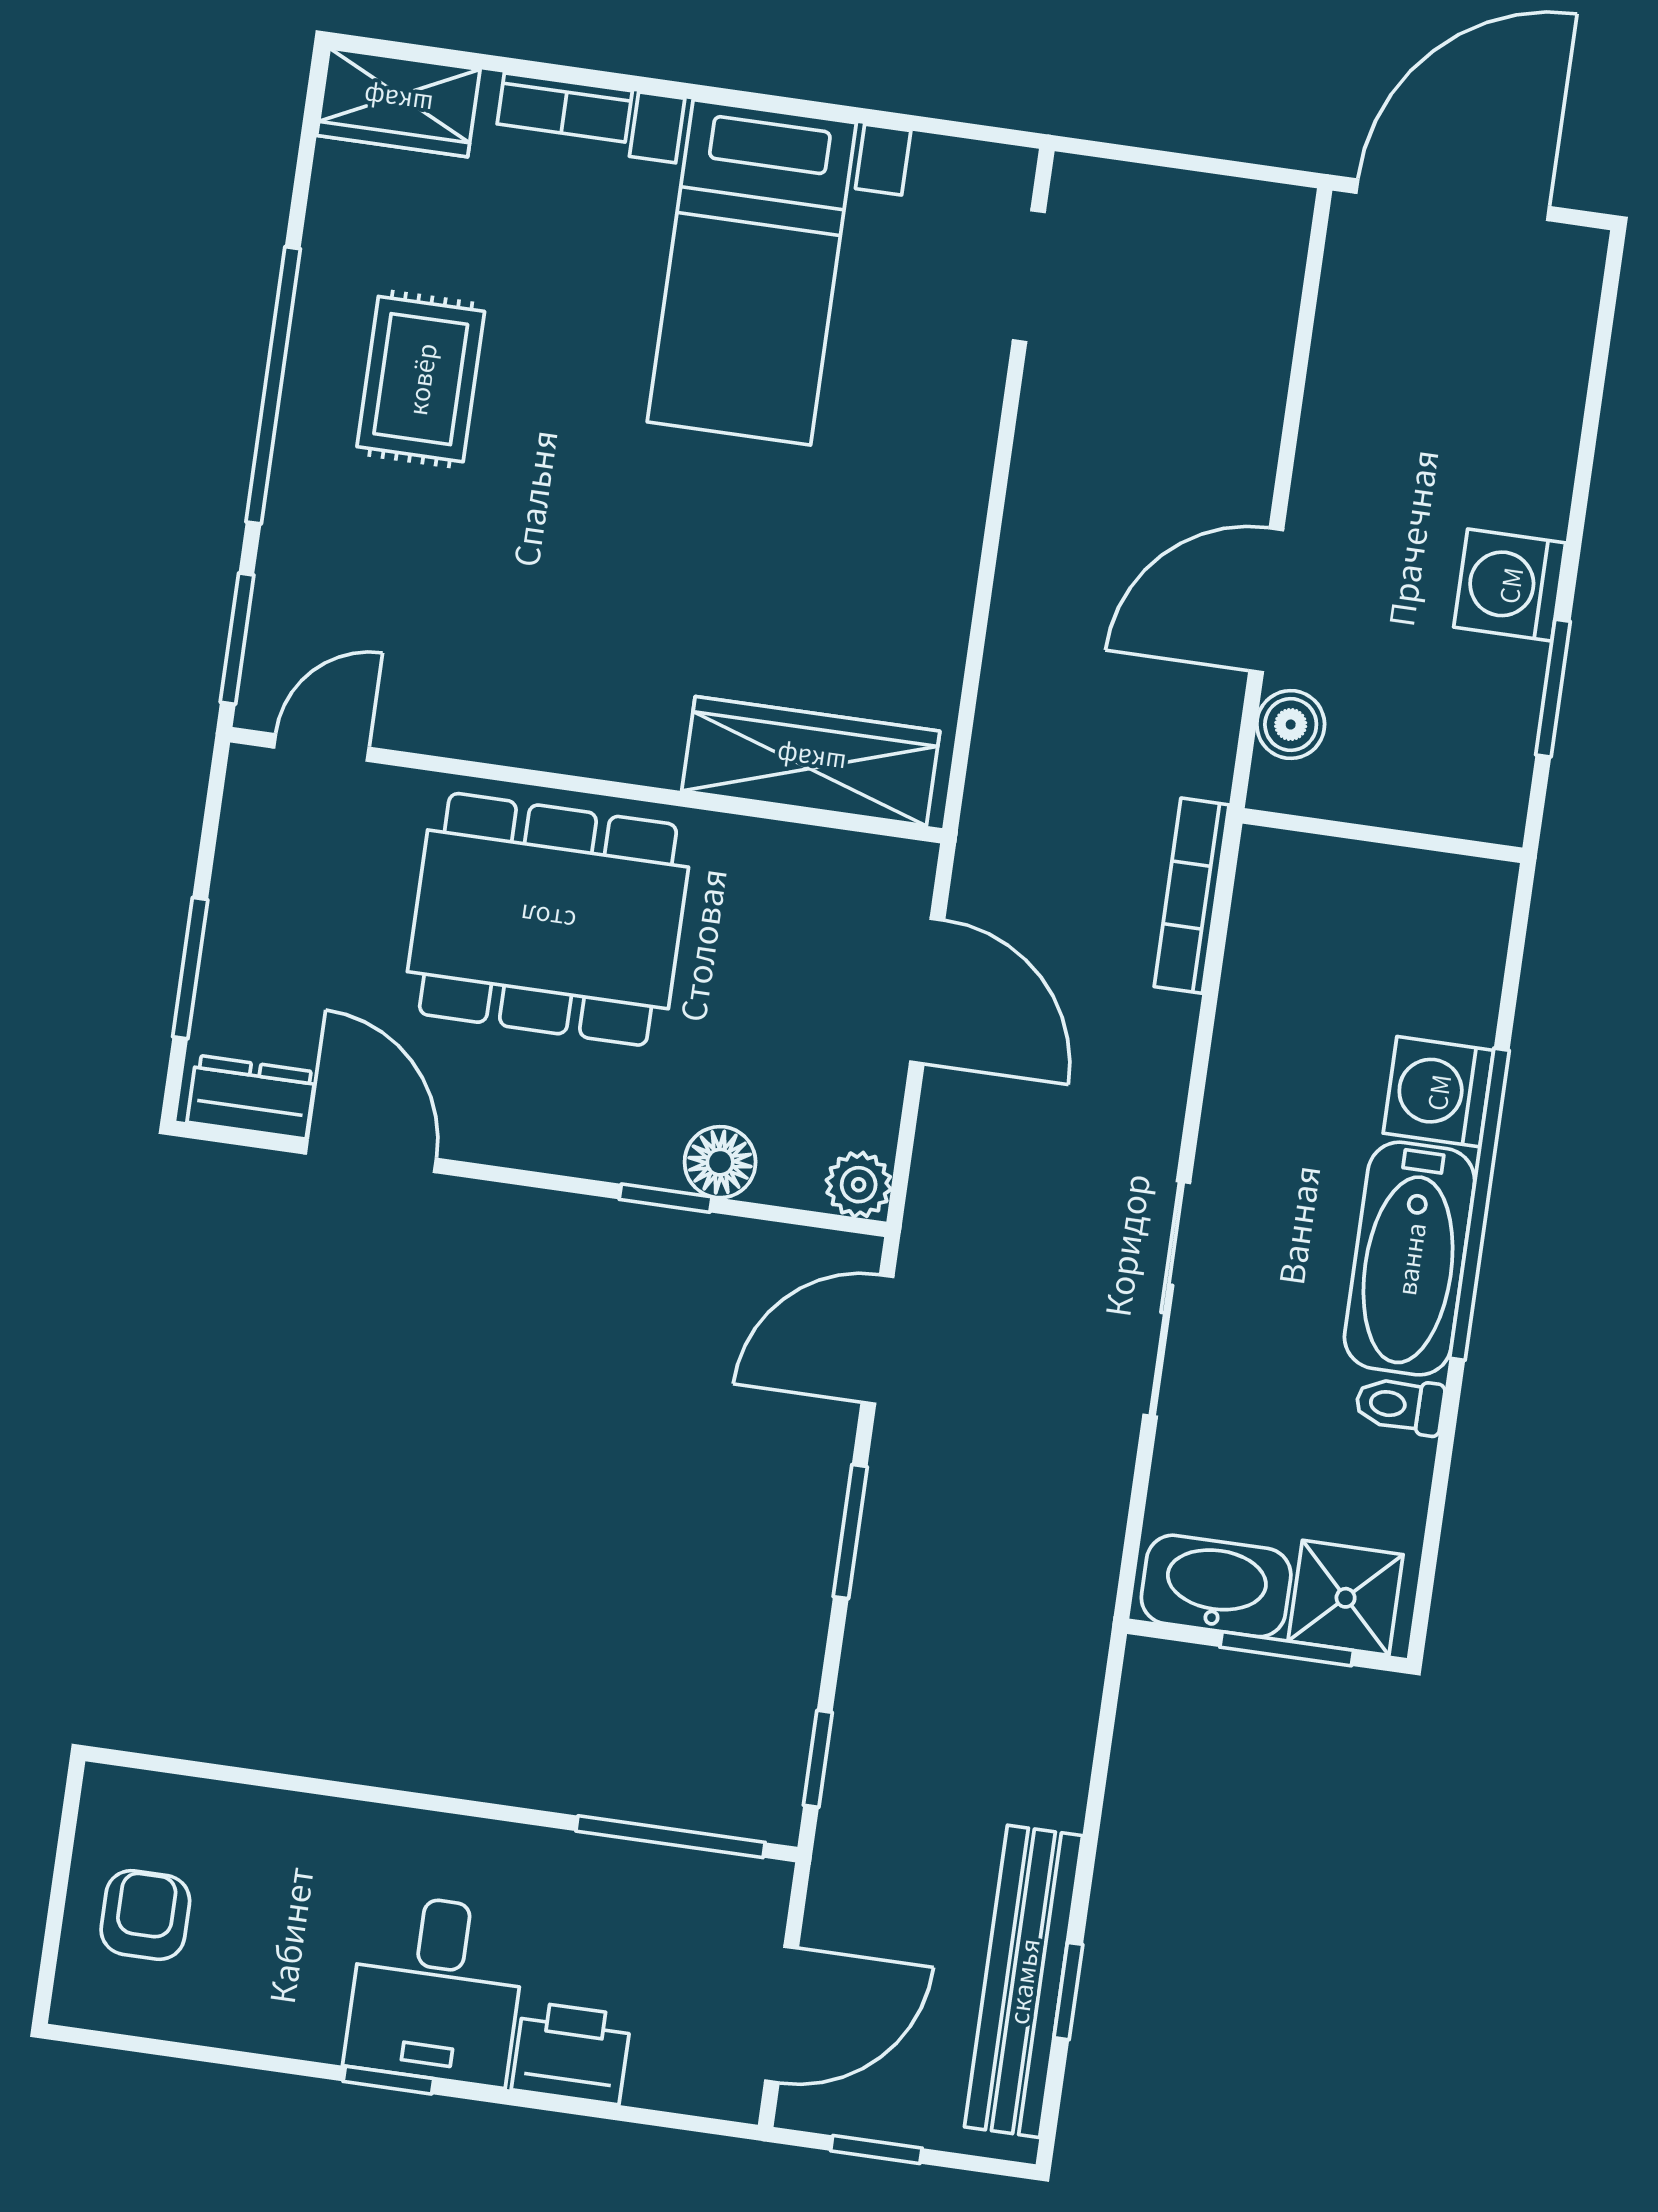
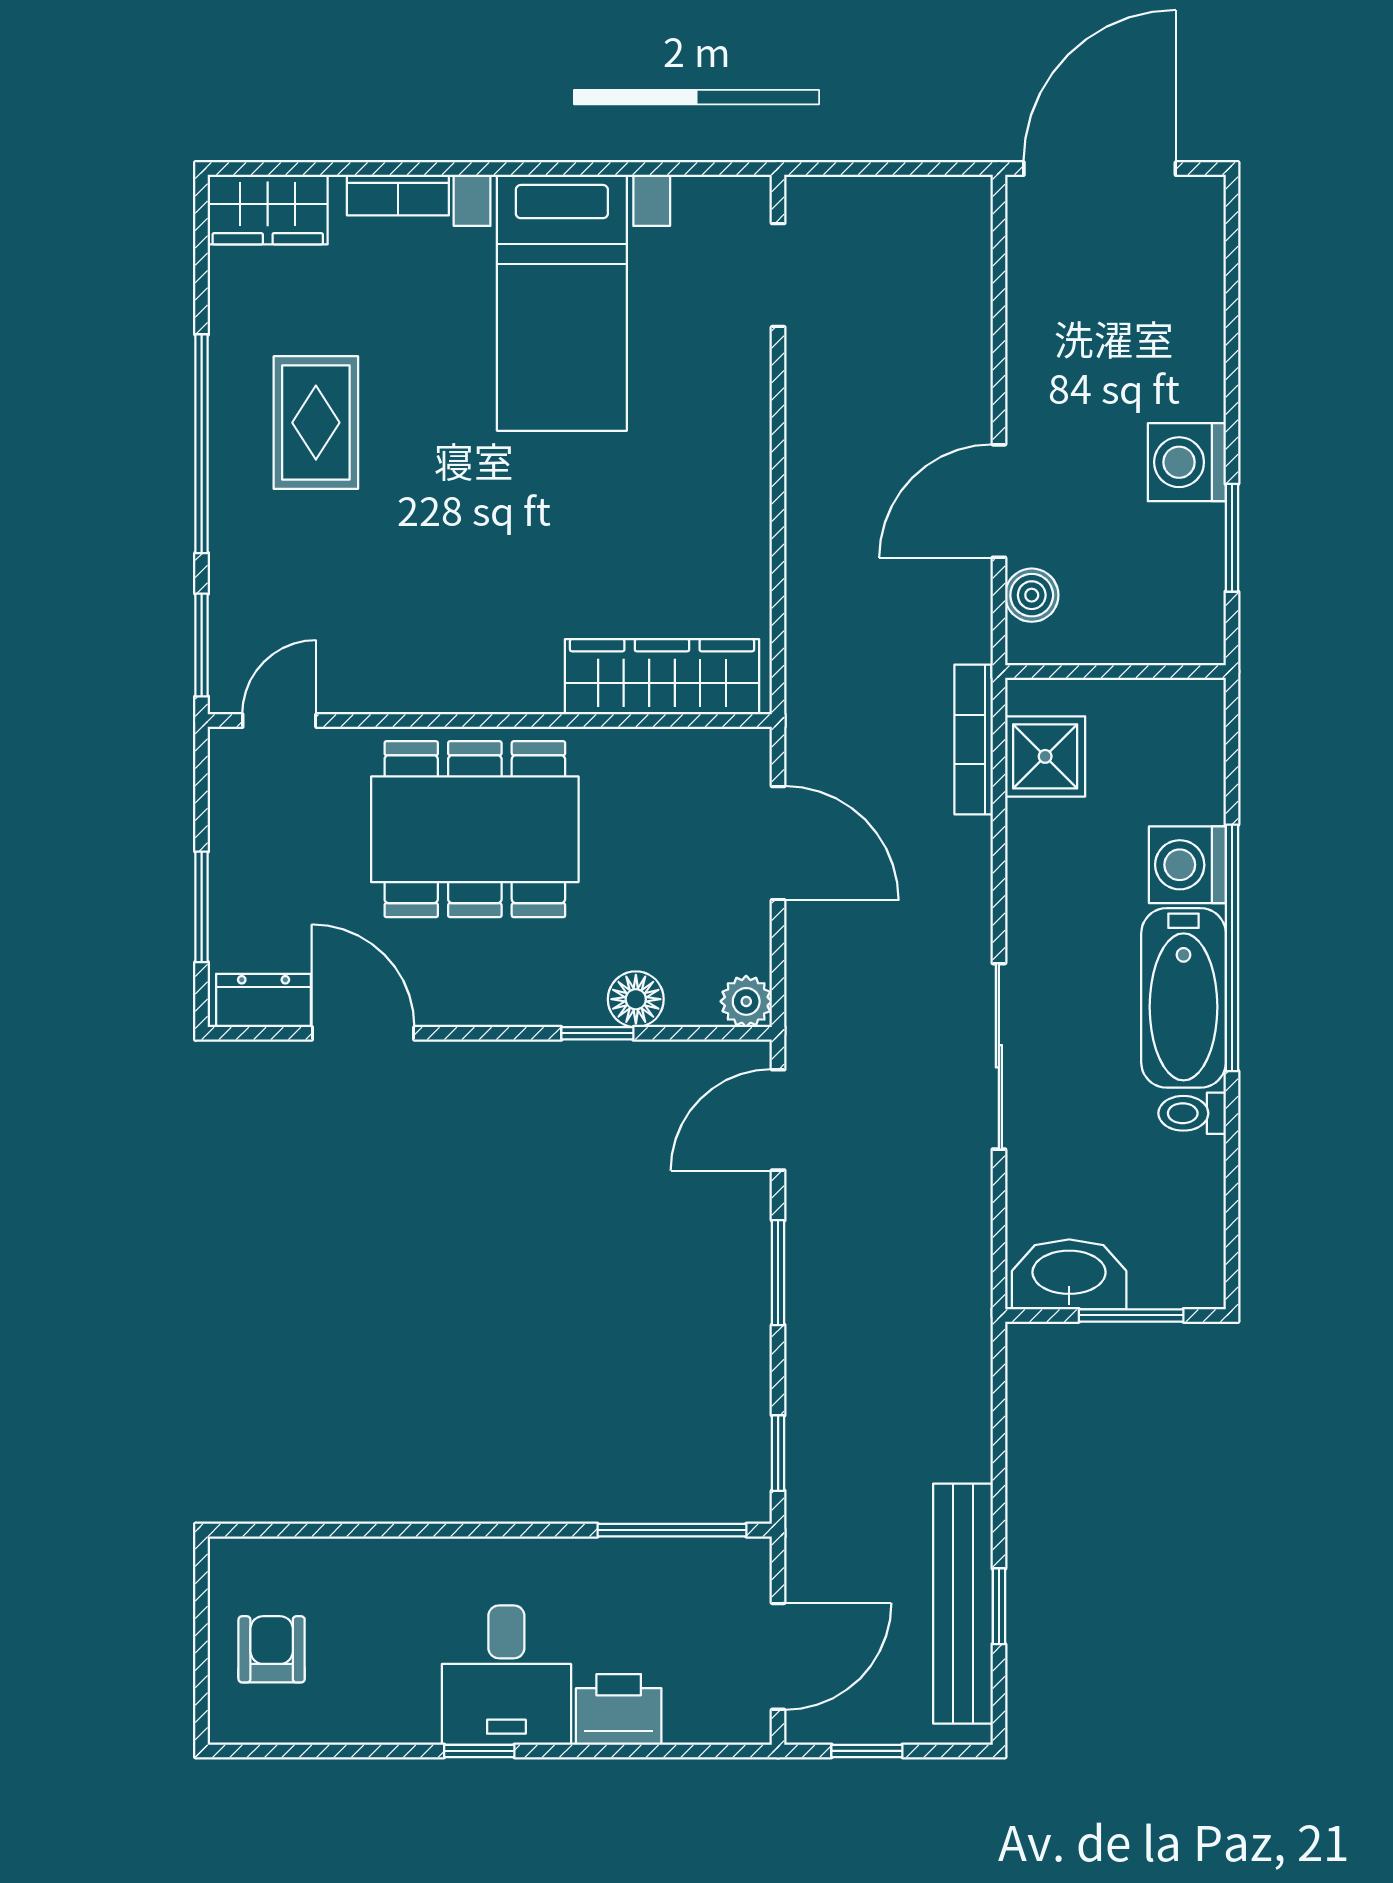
shower: (1346, 1598) -> (1045, 756), moved

